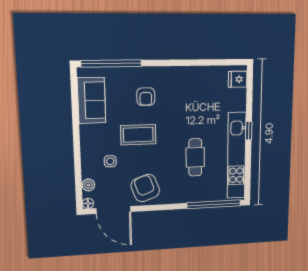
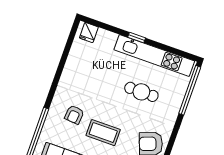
armchair: (146, 97) -> (74, 115), turned 95
coffee table: (138, 135) -> (103, 133), turned 90

